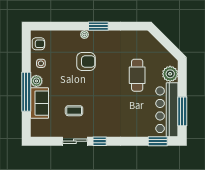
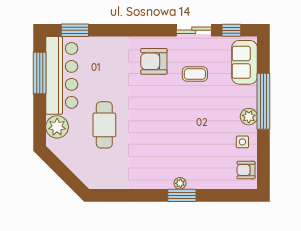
window: (98, 26) -> (182, 195), moved
armchair: (86, 62) -> (154, 61), moved
sofa: (39, 103) -> (244, 62), moved
window: (100, 141) -> (231, 30), moved

